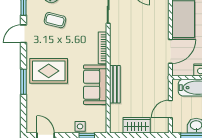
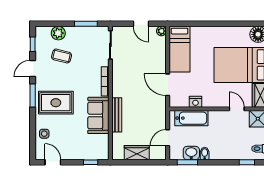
door: (170, 51) -> (168, 85), swing flipped
window: (24, 82) -> (33, 95), moved
side table: (80, 126) -> (44, 134), moved

